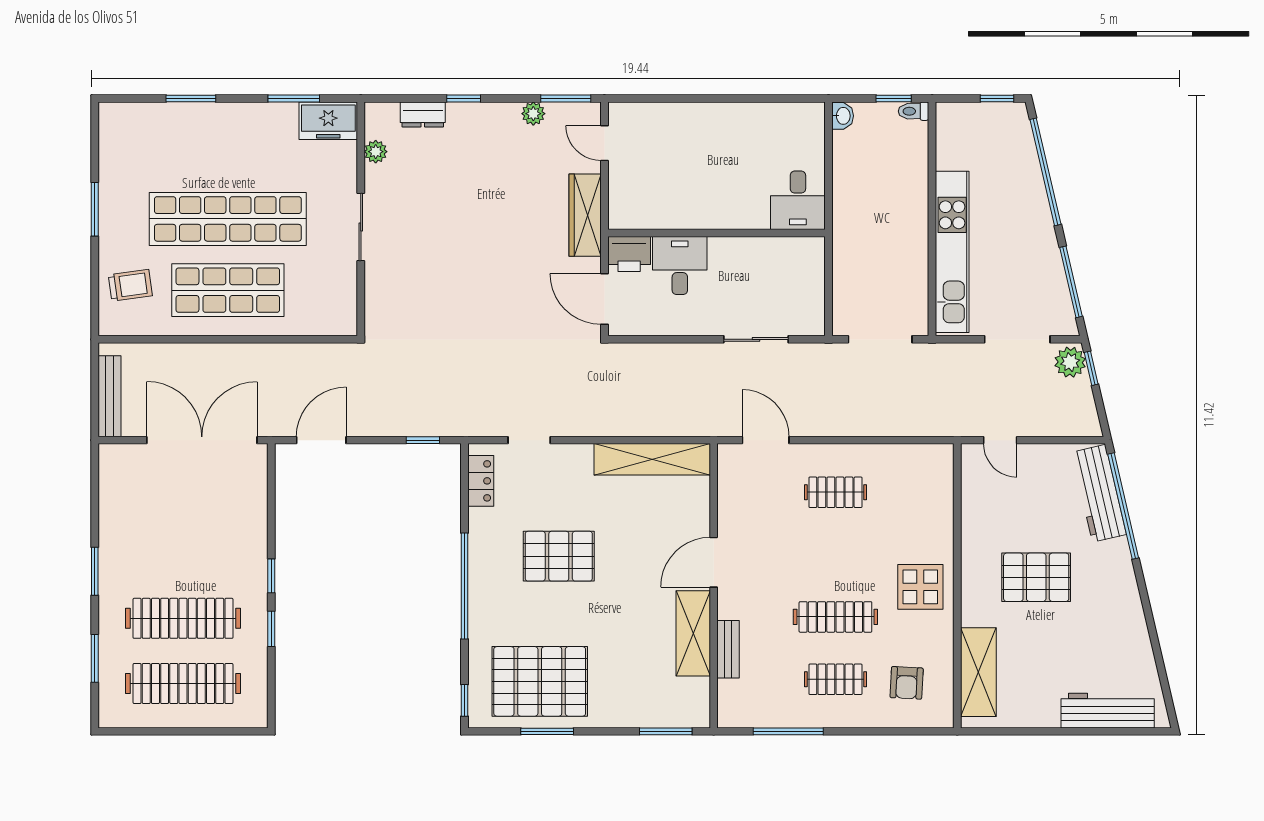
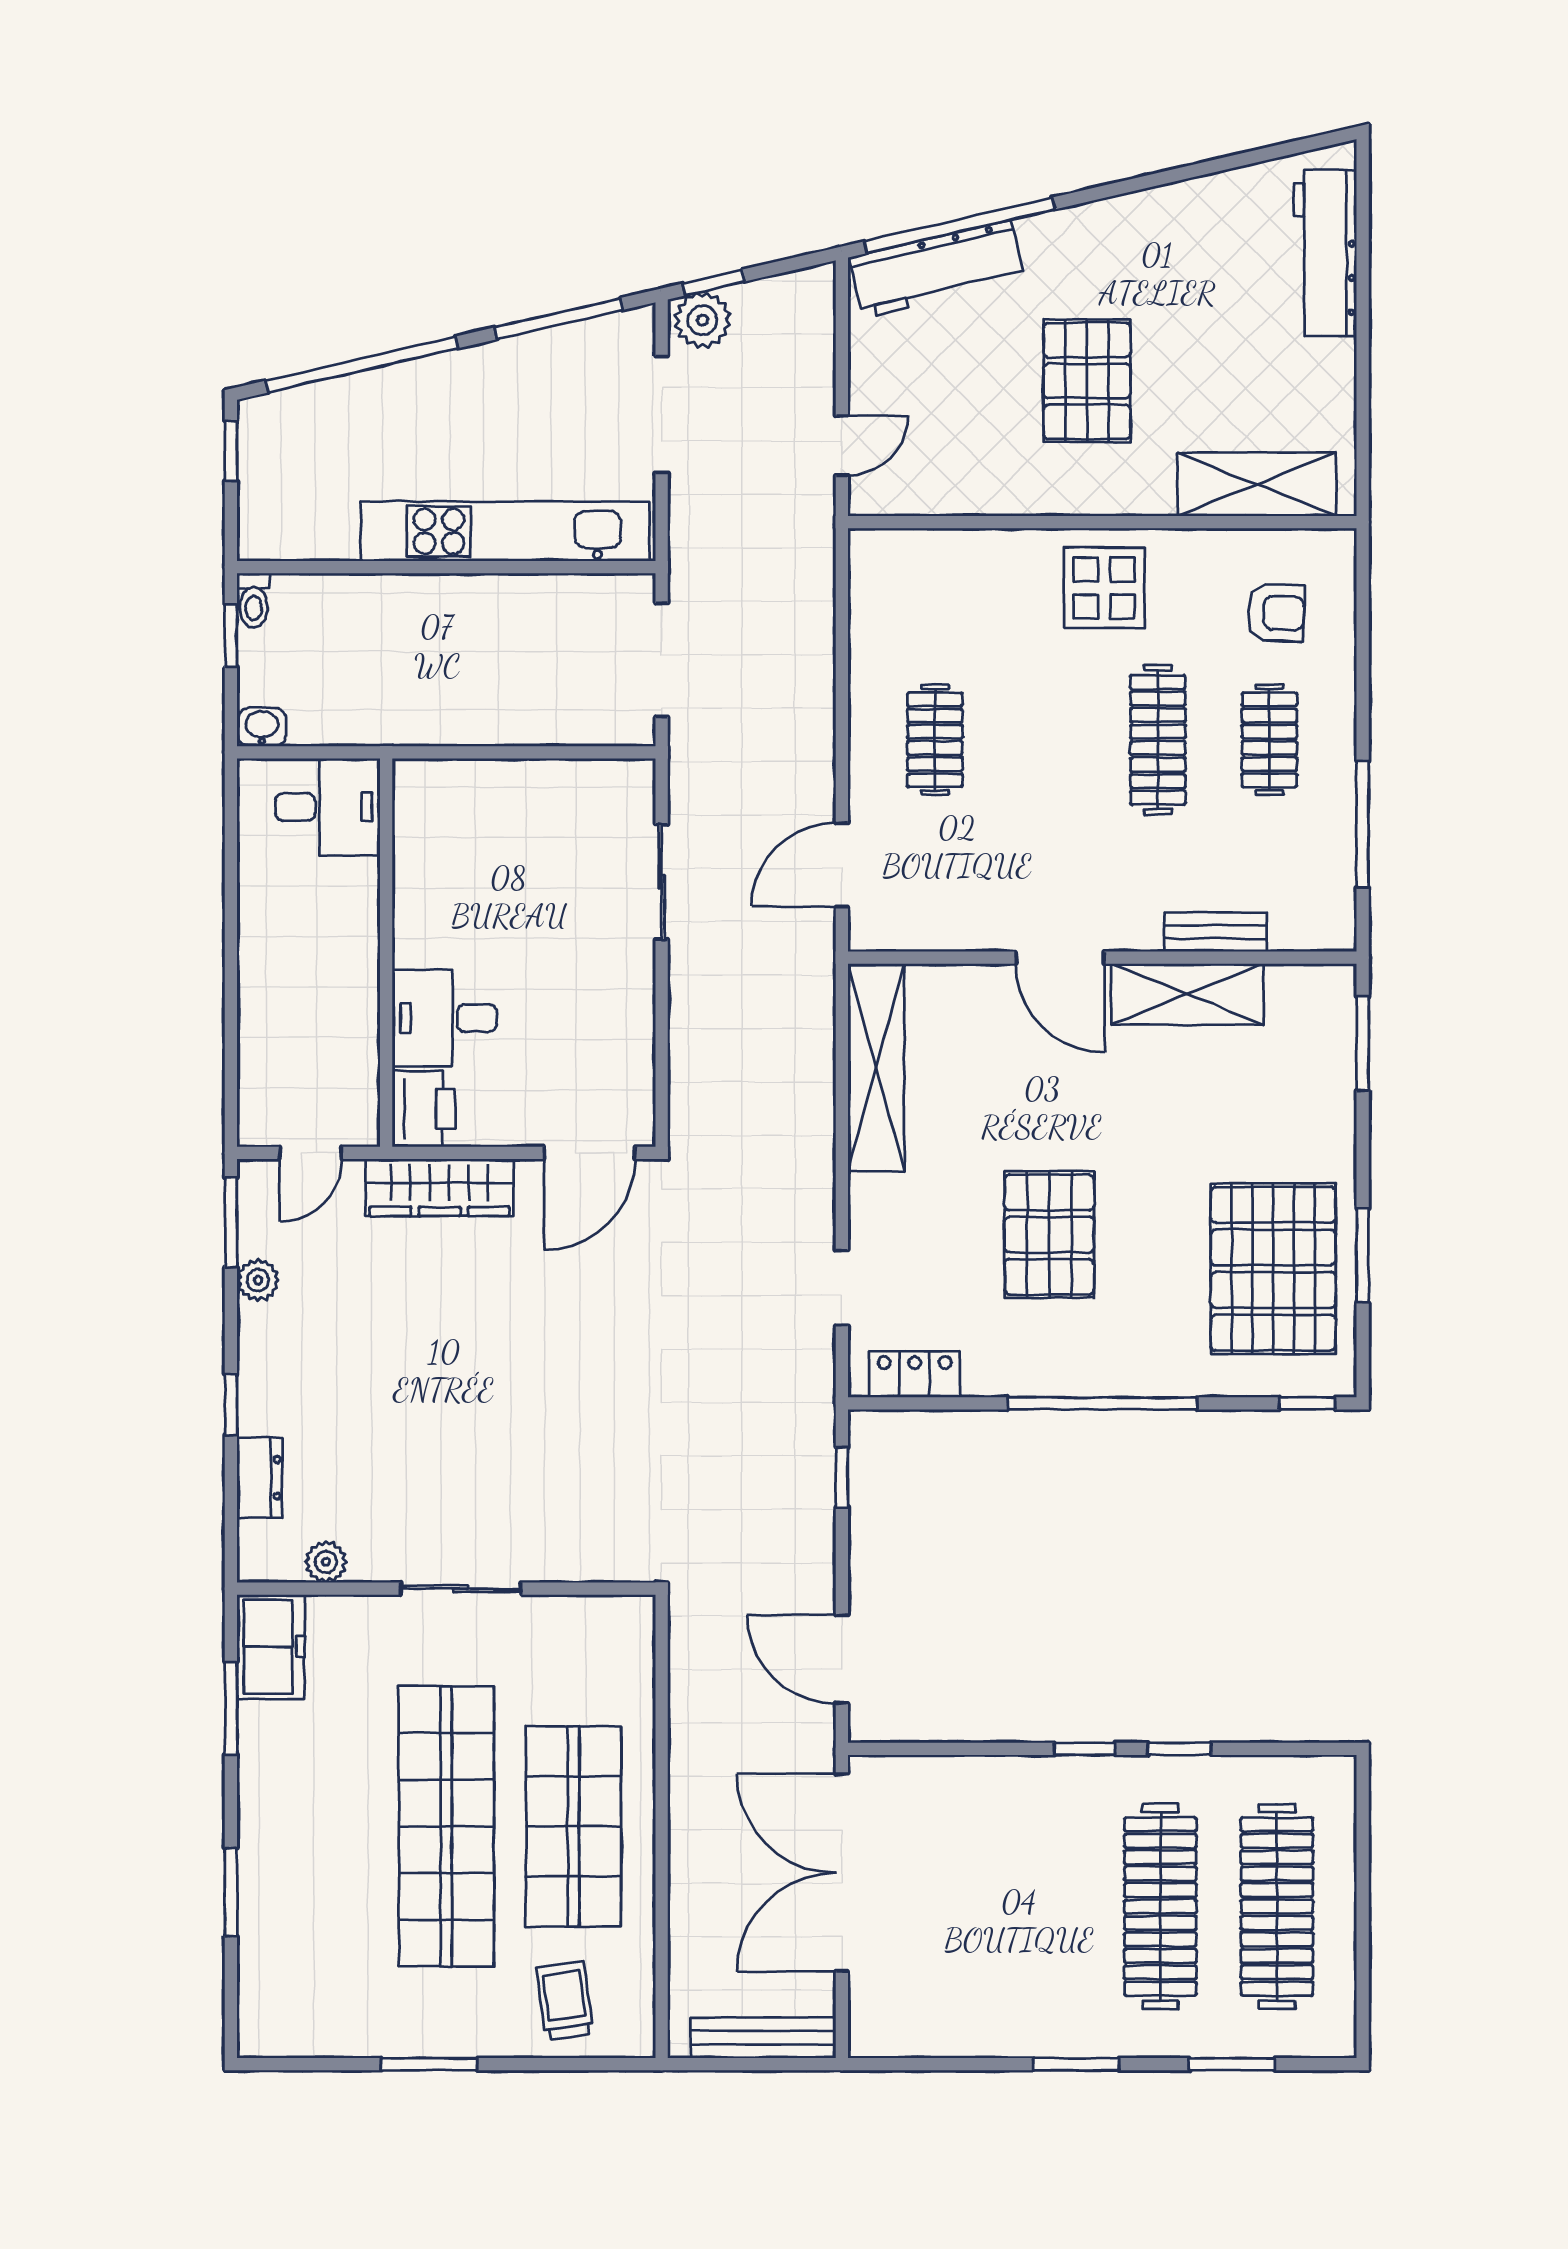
desk: (798, 200) -> (328, 807), moved
wall: (716, 233) -> (386, 953), moved
printer: (629, 254) -> (424, 1109), moved
desk: (680, 265) -> (444, 1018), moved

